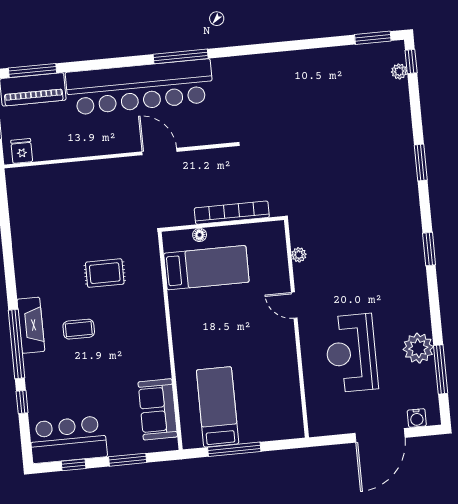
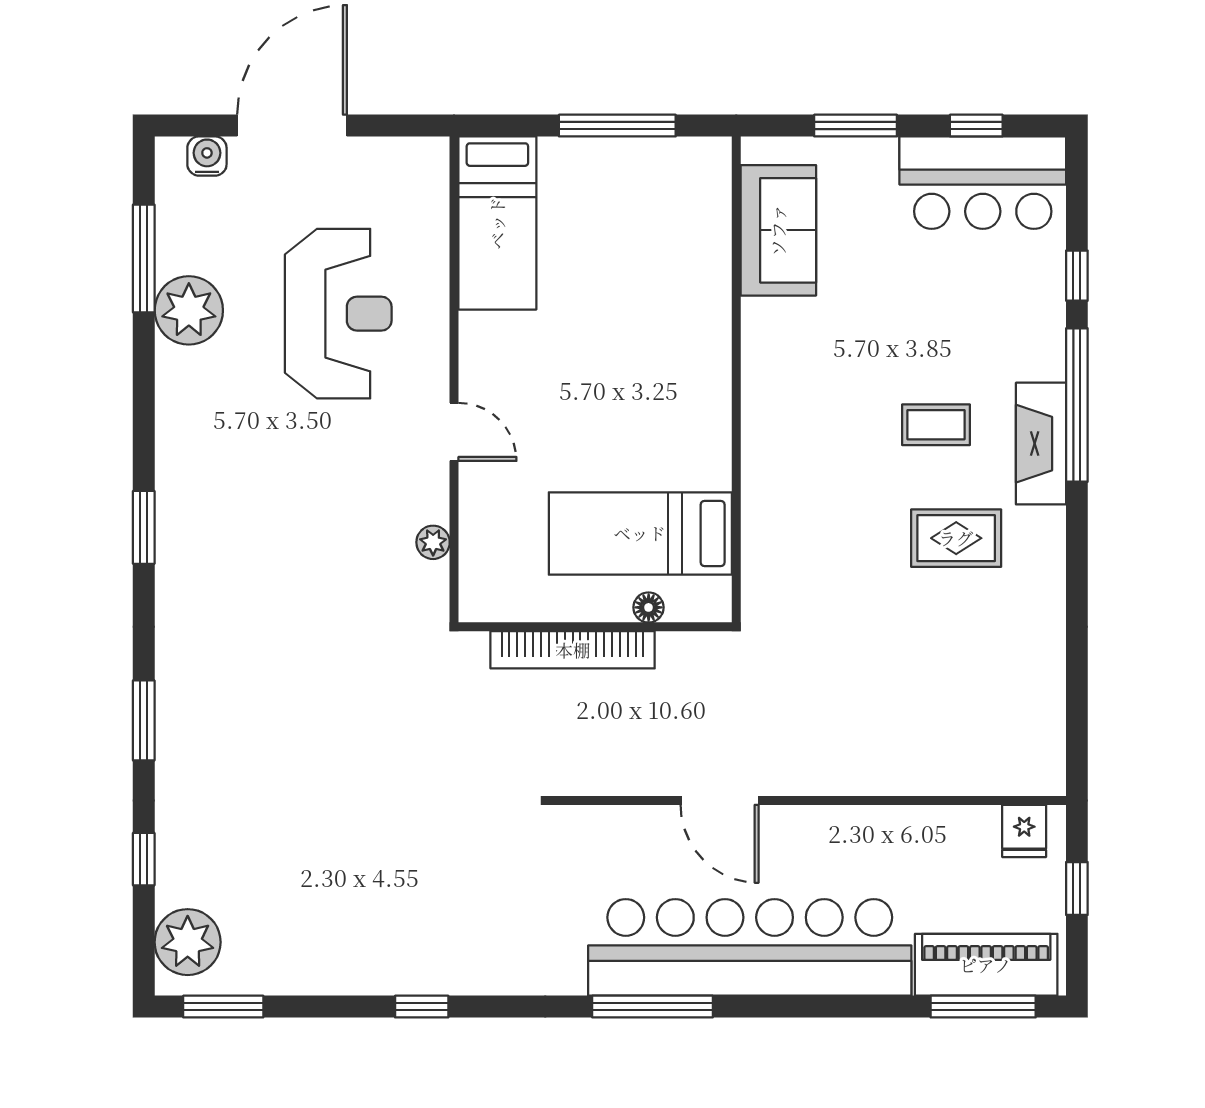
window: (284, 46) -> (422, 1007), added
window: (411, 61) -> (144, 859), moved
plant: (399, 71) -> (188, 942), width x1.88, depth x1.88
rug: (105, 273) -> (956, 538), moved
bed: (218, 407) -> (497, 223), moved

